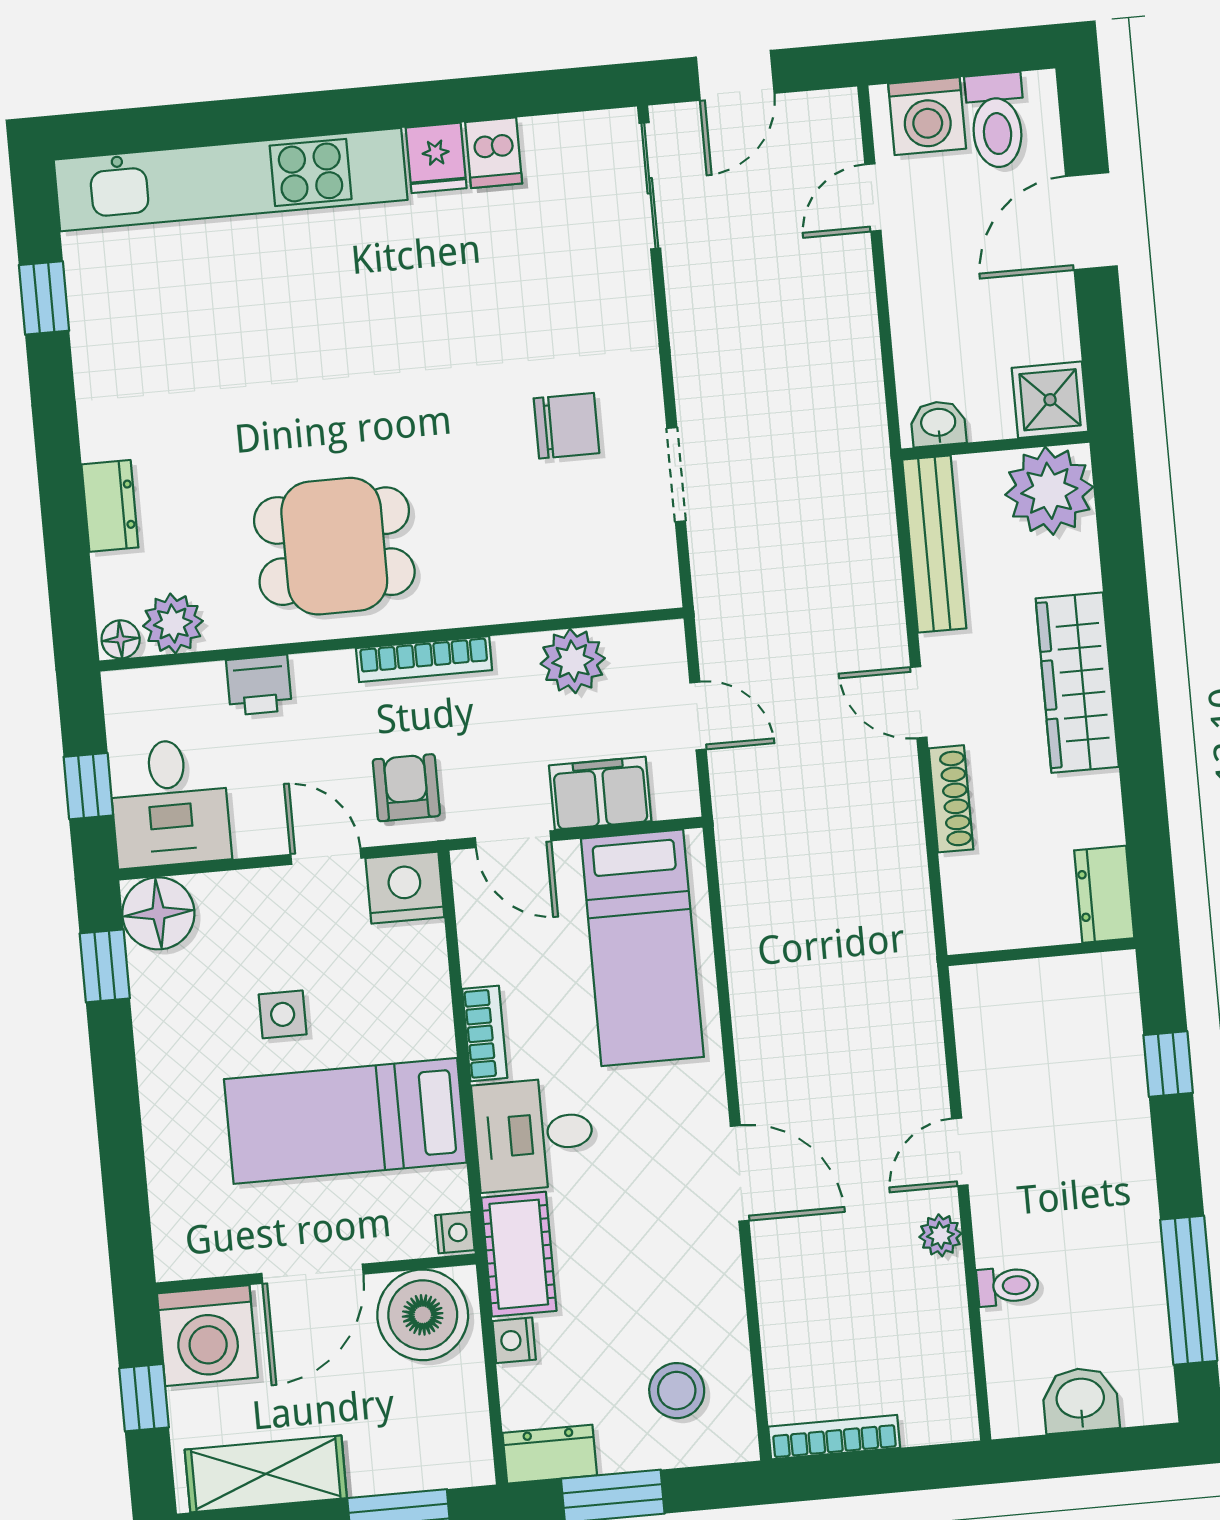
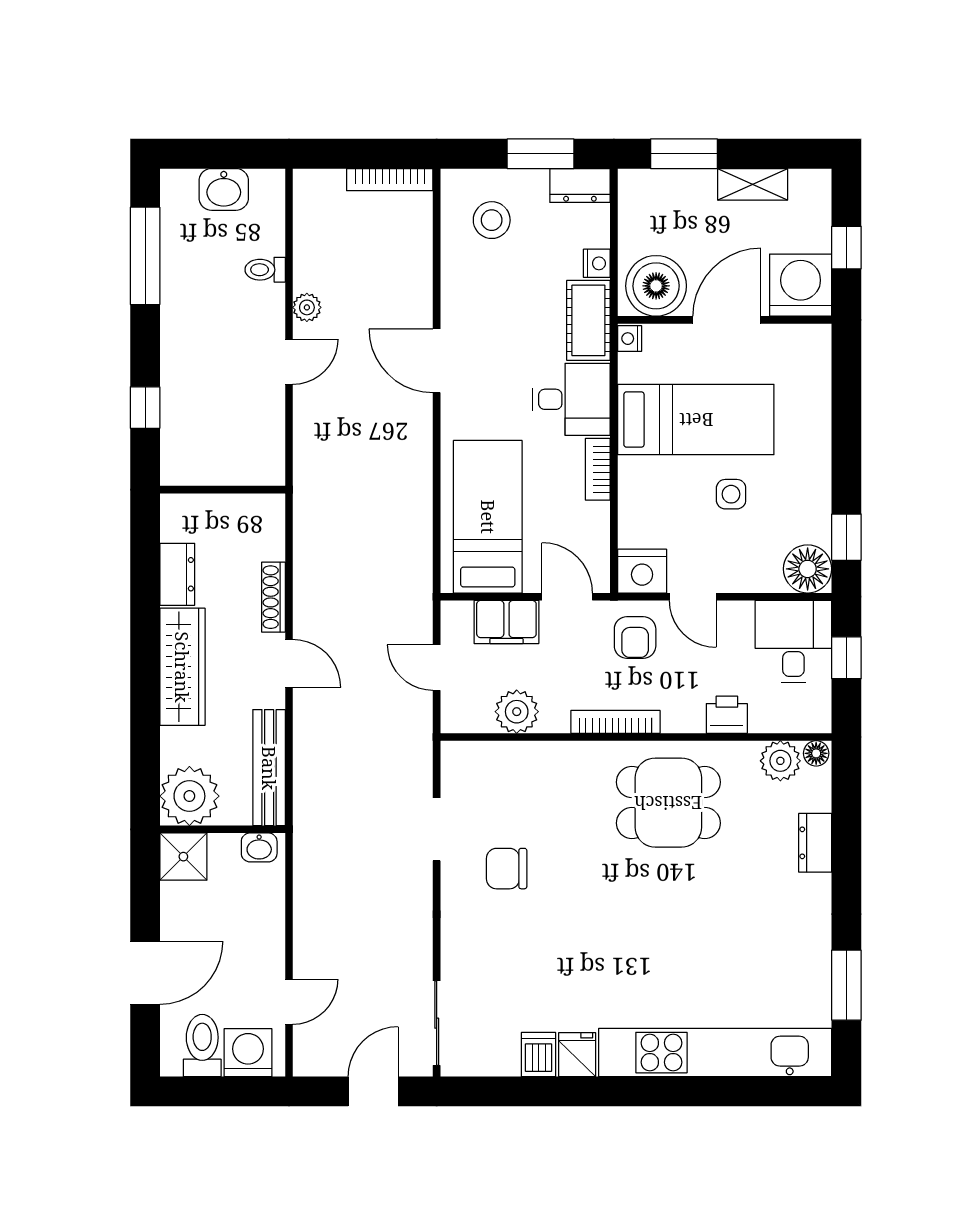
window: (44, 298) -> (846, 985), width x1.50
dresser: (1104, 894) -> (177, 574), moved
shelving: (266, 1474) -> (753, 184), width x0.67, depth x0.75

